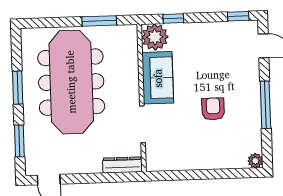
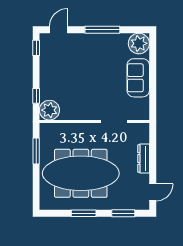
sofa: (158, 78) -> (138, 78), moved, turned -90
armchair: (213, 109) -> (104, 69), removed
plant: (255, 161) -> (139, 43), width x1.87, depth x1.87
dresser: (122, 165) -> (144, 159), moved

